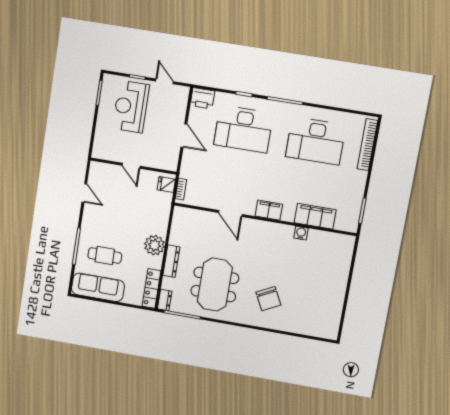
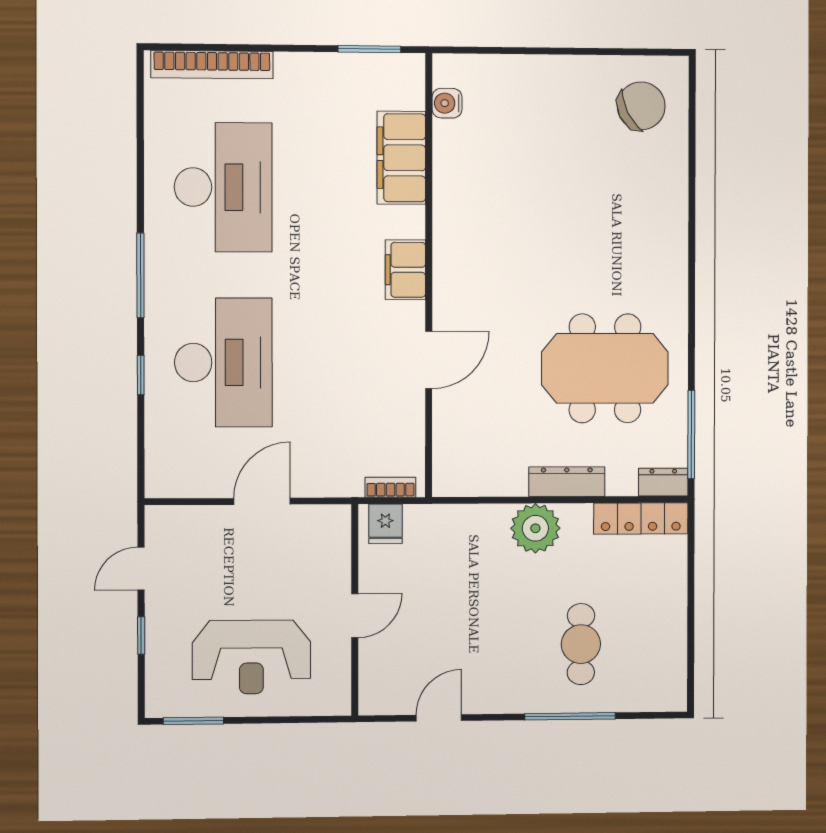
printer: (202, 98) -> (166, 472), removed
reception desk: (131, 107) -> (251, 657), moved
water cooler: (301, 233) -> (447, 103), moved
sofa: (98, 287) -> (661, 648), removed
chair: (268, 299) -> (641, 106), moved

